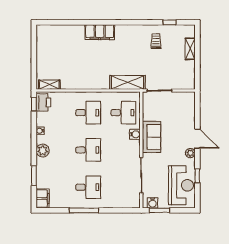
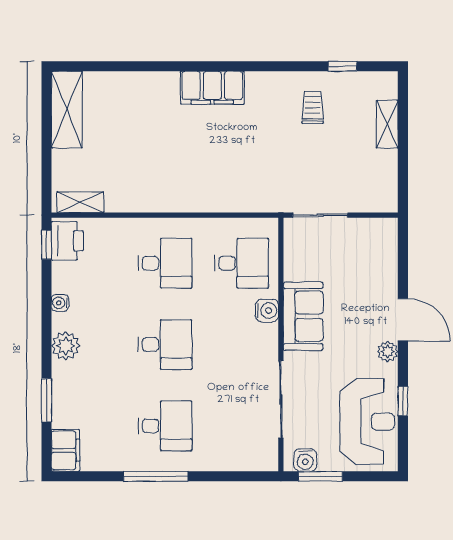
filing cabinet: (100, 32) -> (212, 88), moved
shelving: (127, 82) -> (67, 110), moved, turned 90

